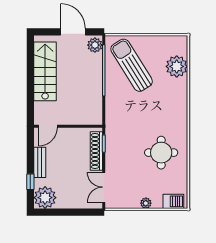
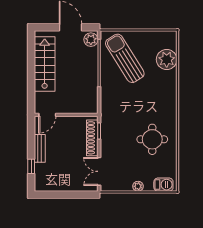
plant: (45, 198) -> (45, 181), removed

